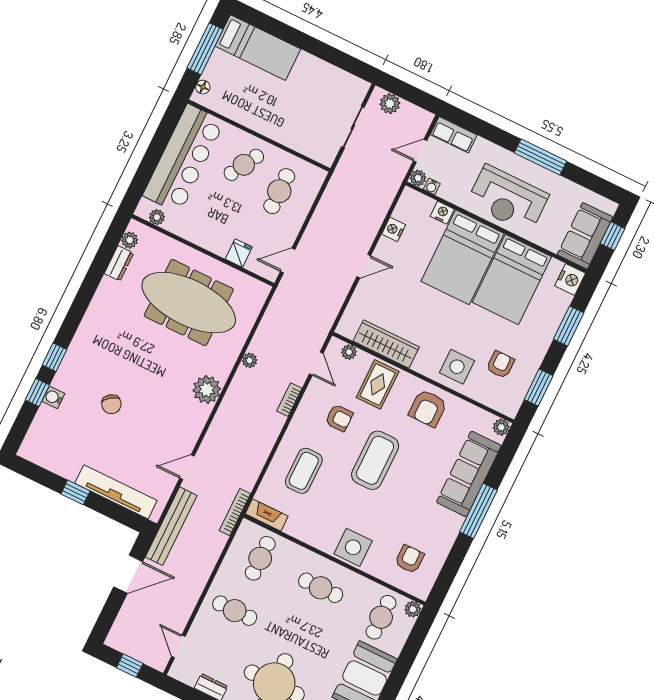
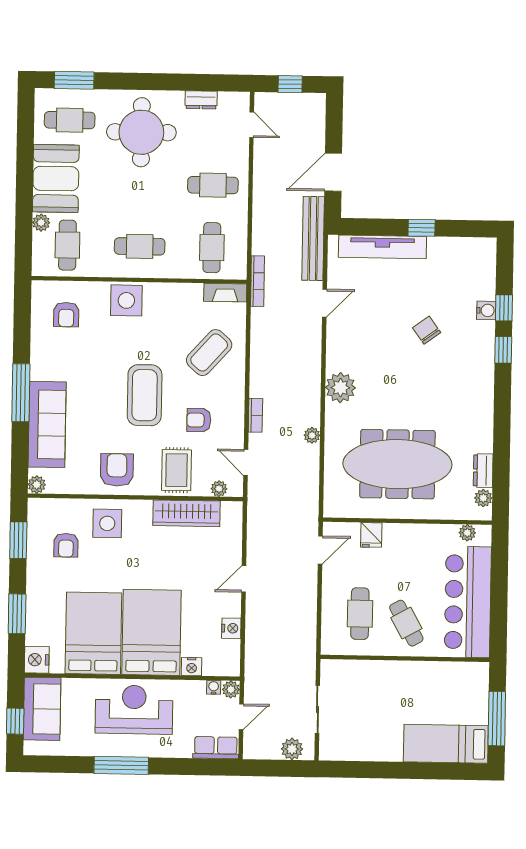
floor lamp: (203, 87) -> (482, 680), removed
cafe table: (244, 165) -> (406, 623), turned -59
coffee table: (304, 471) -> (209, 353), turned 42
plant: (413, 609) -> (41, 223), moved

